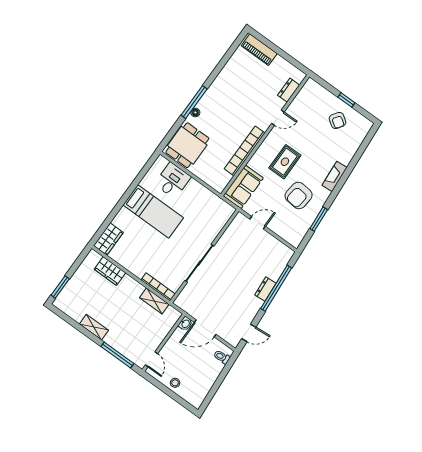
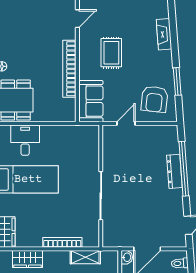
armchair: (299, 195) -> (154, 99), moved
bookcase: (158, 287) -> (62, 242), moved
dresser: (265, 289) -> (174, 171), width x1.44

